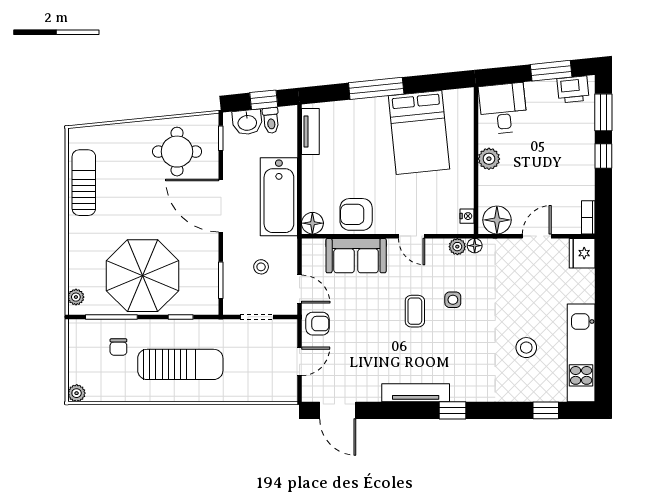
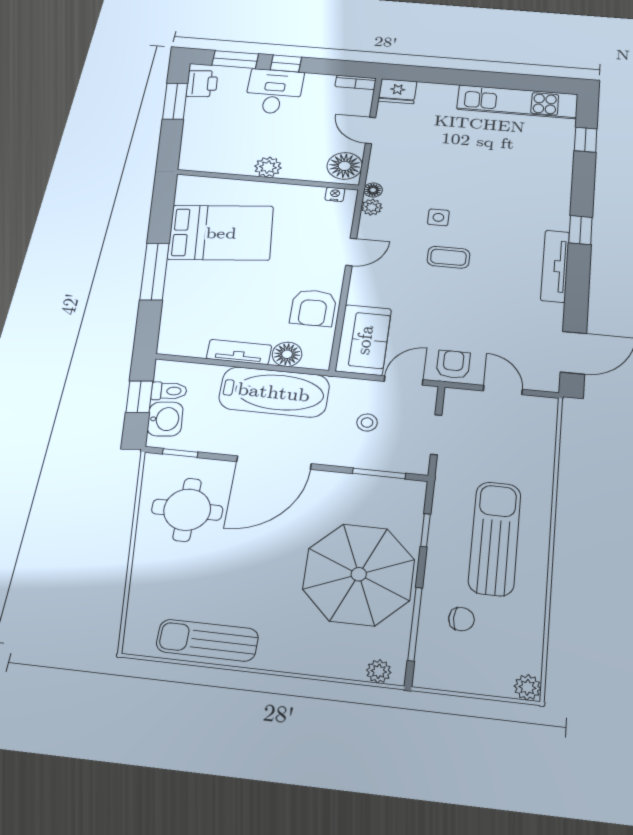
desk: (503, 108) -> (274, 92), moved, turned 96
tv unit: (310, 132) -> (239, 352), moved
floor lamp: (312, 223) -> (287, 354), moved
sofa: (356, 256) -> (364, 340), moved
stool: (526, 348) -> (506, 151), removed

